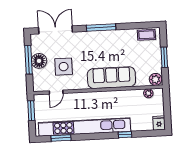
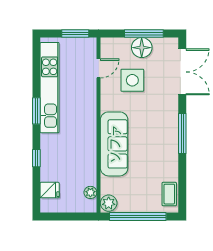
window: (164, 57) -> (138, 216), width x2.11
door: (56, 92) -> (99, 68), swing flipped
fridge: (159, 123) -> (50, 190), moved
kitchen unit: (84, 127) -> (50, 88), width x0.73
window: (61, 138) -> (36, 111), moved

